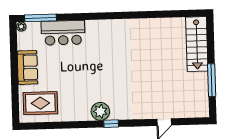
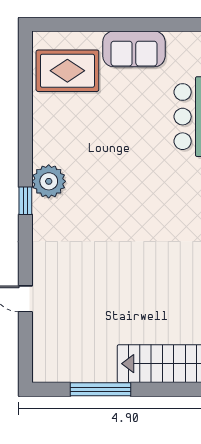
rug: (40, 103) -> (67, 71), turned 90

